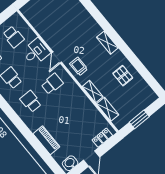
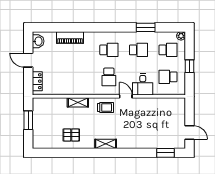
shelving: (108, 109) -> (55, 103), removed

